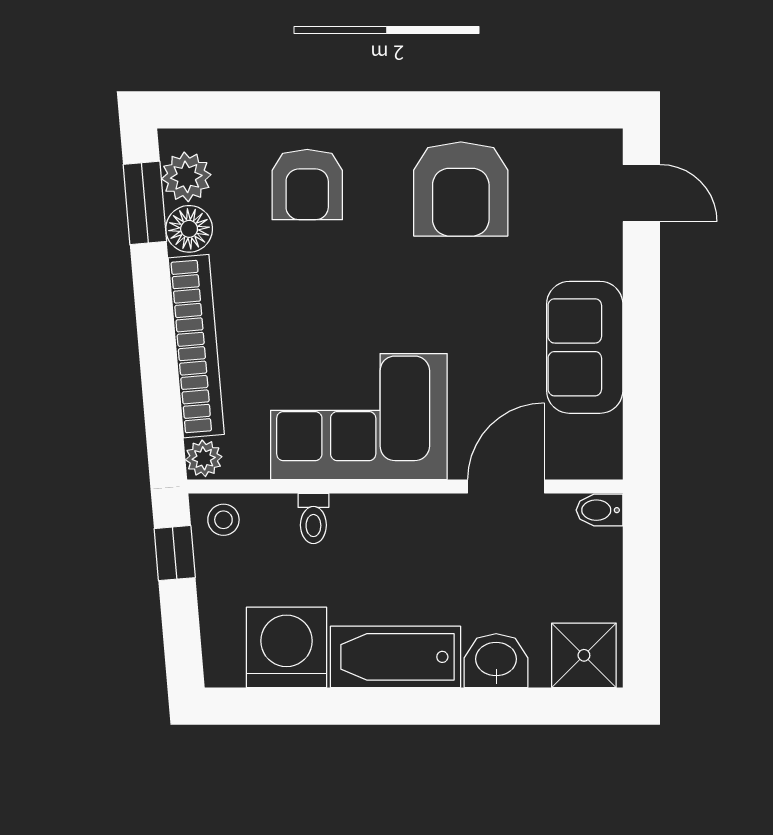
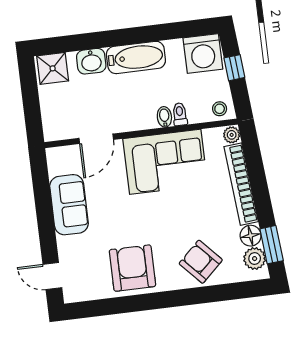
armchair: (307, 184) -> (201, 262), turned -43
bidet: (600, 510) -> (164, 117), moved, turned -90
window: (175, 553) -> (234, 68), moved
washing machine: (286, 647) -> (203, 53), moved

